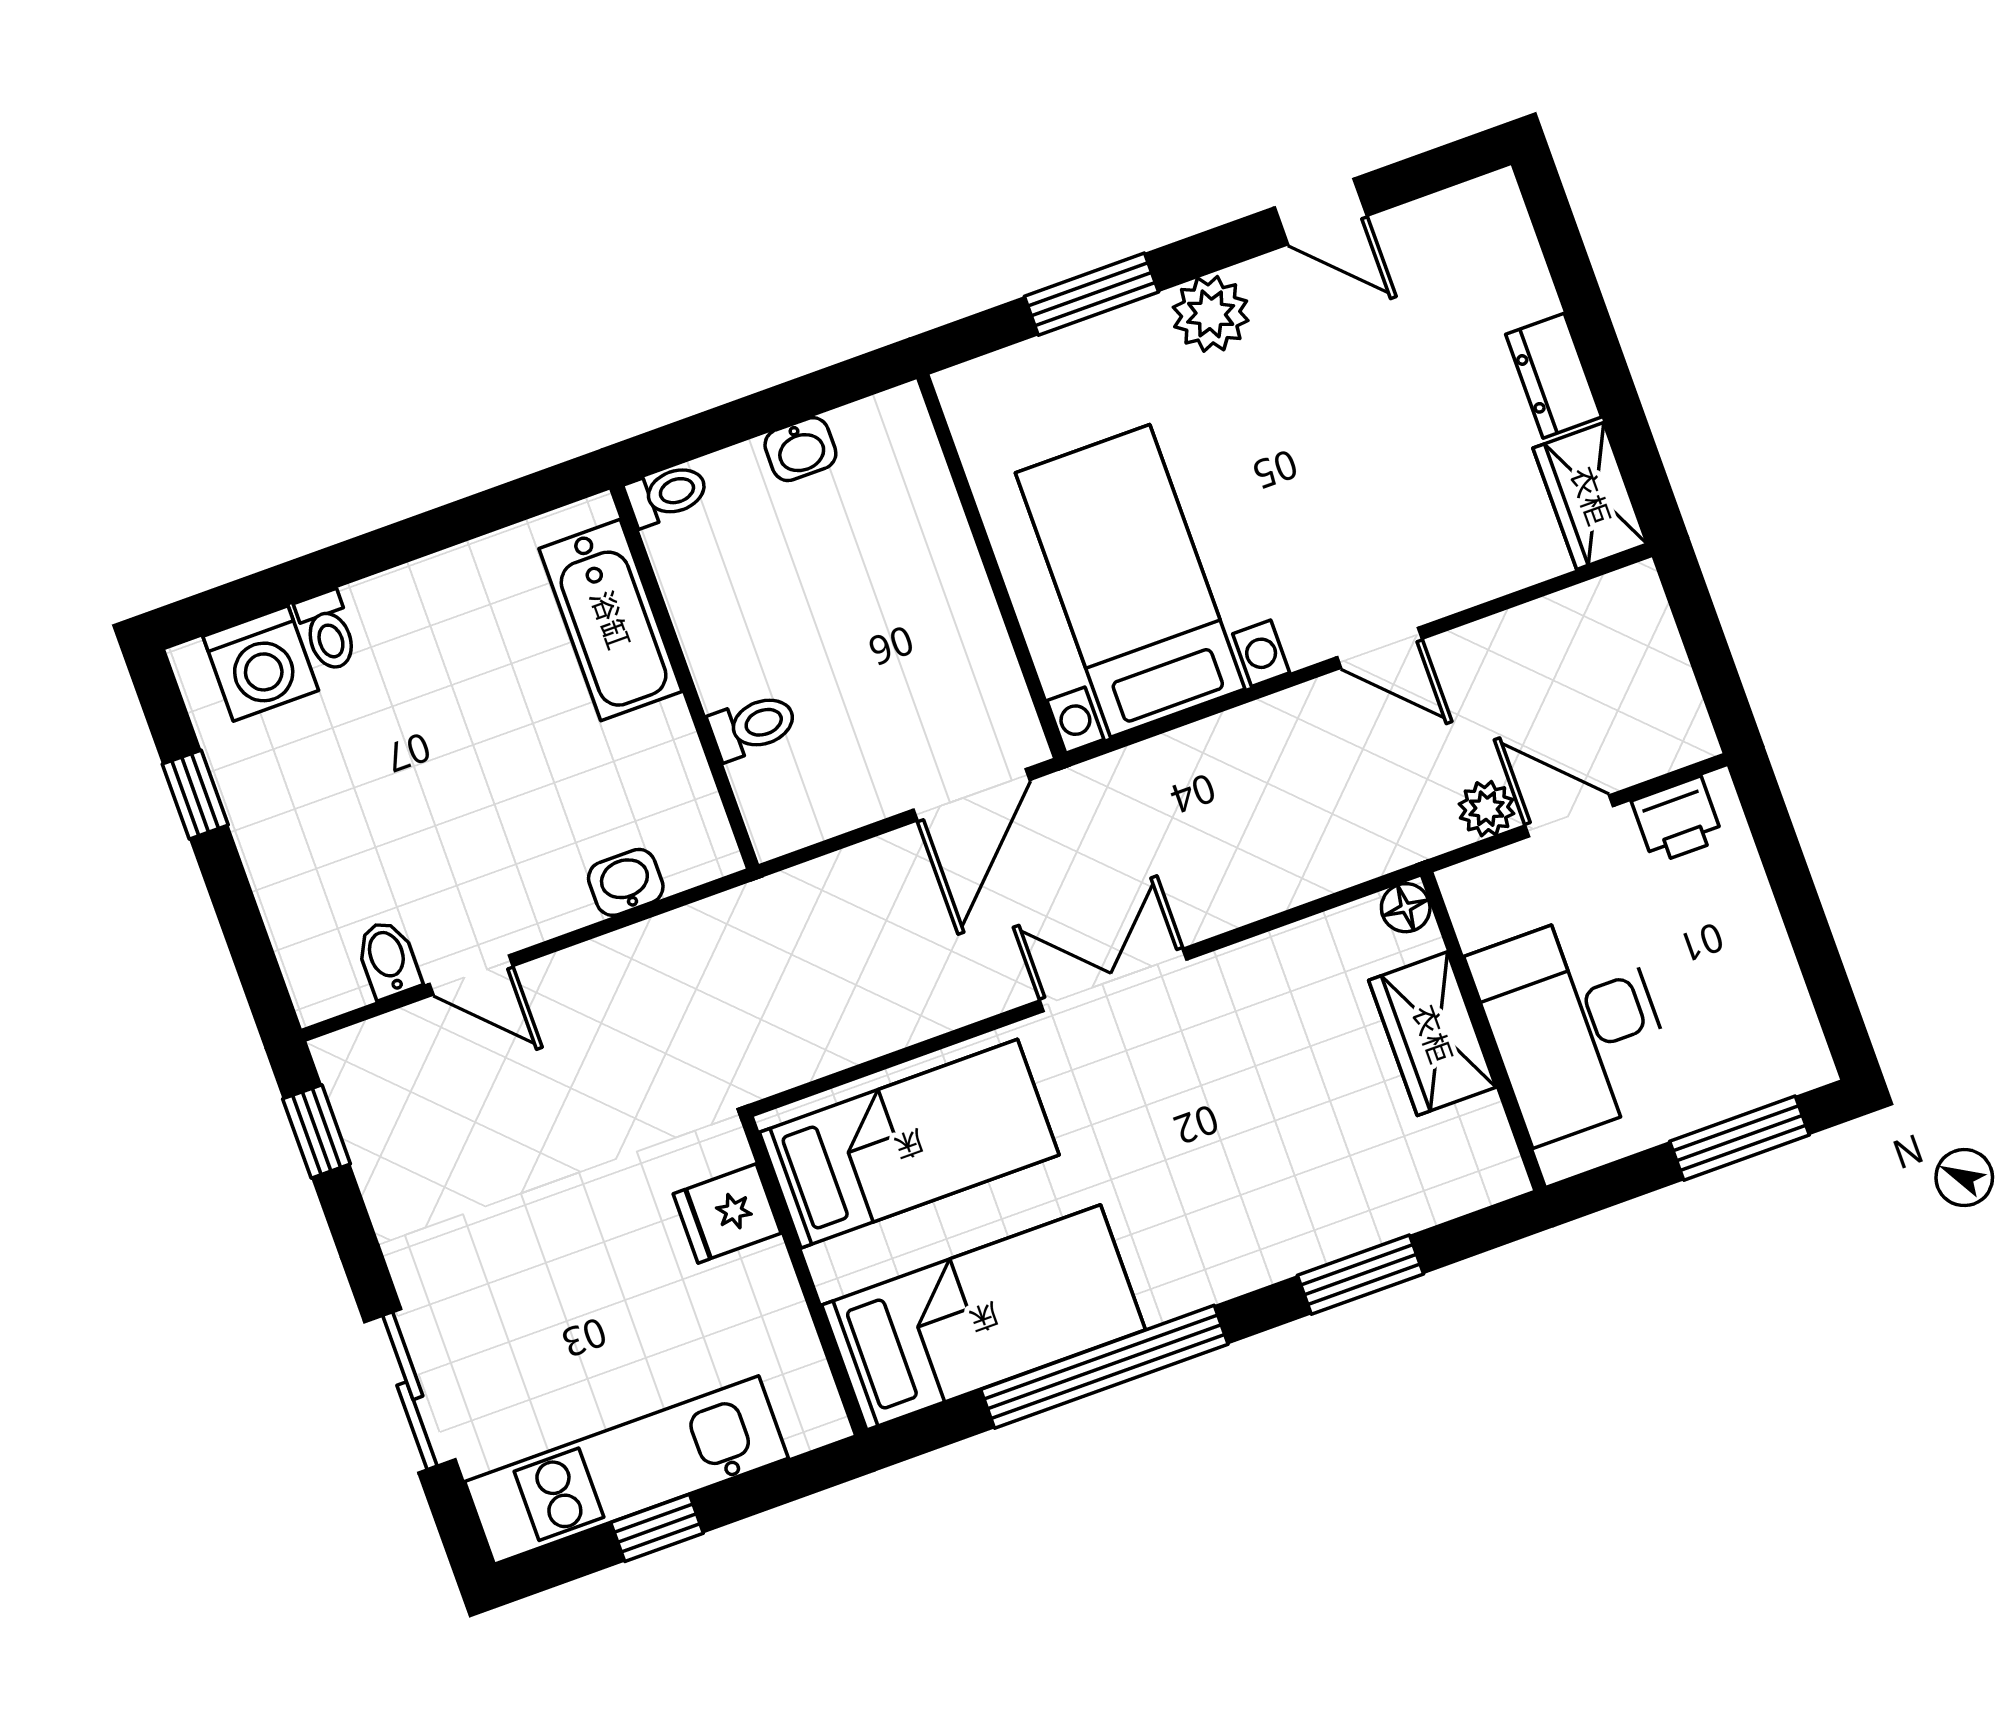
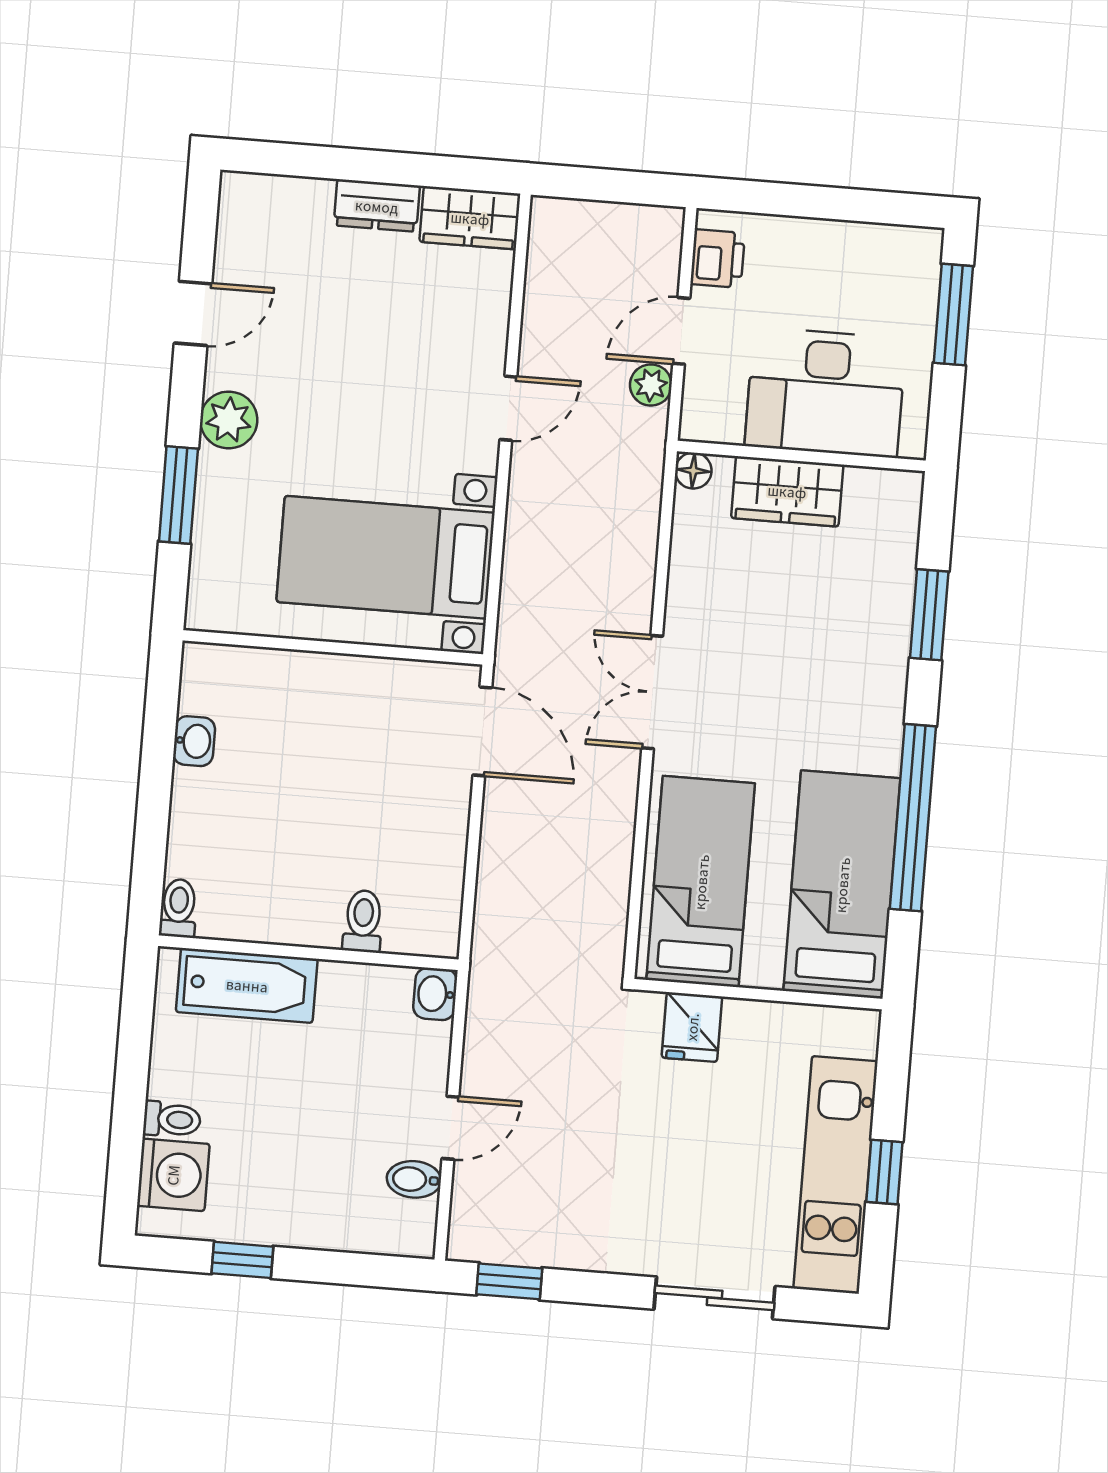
toilet: (667, 494) -> (179, 908), moved
bathtub: (610, 620) -> (247, 985), moved
wall: (684, 677) -> (308, 953), moved
toilet: (753, 726) -> (363, 921), moved

